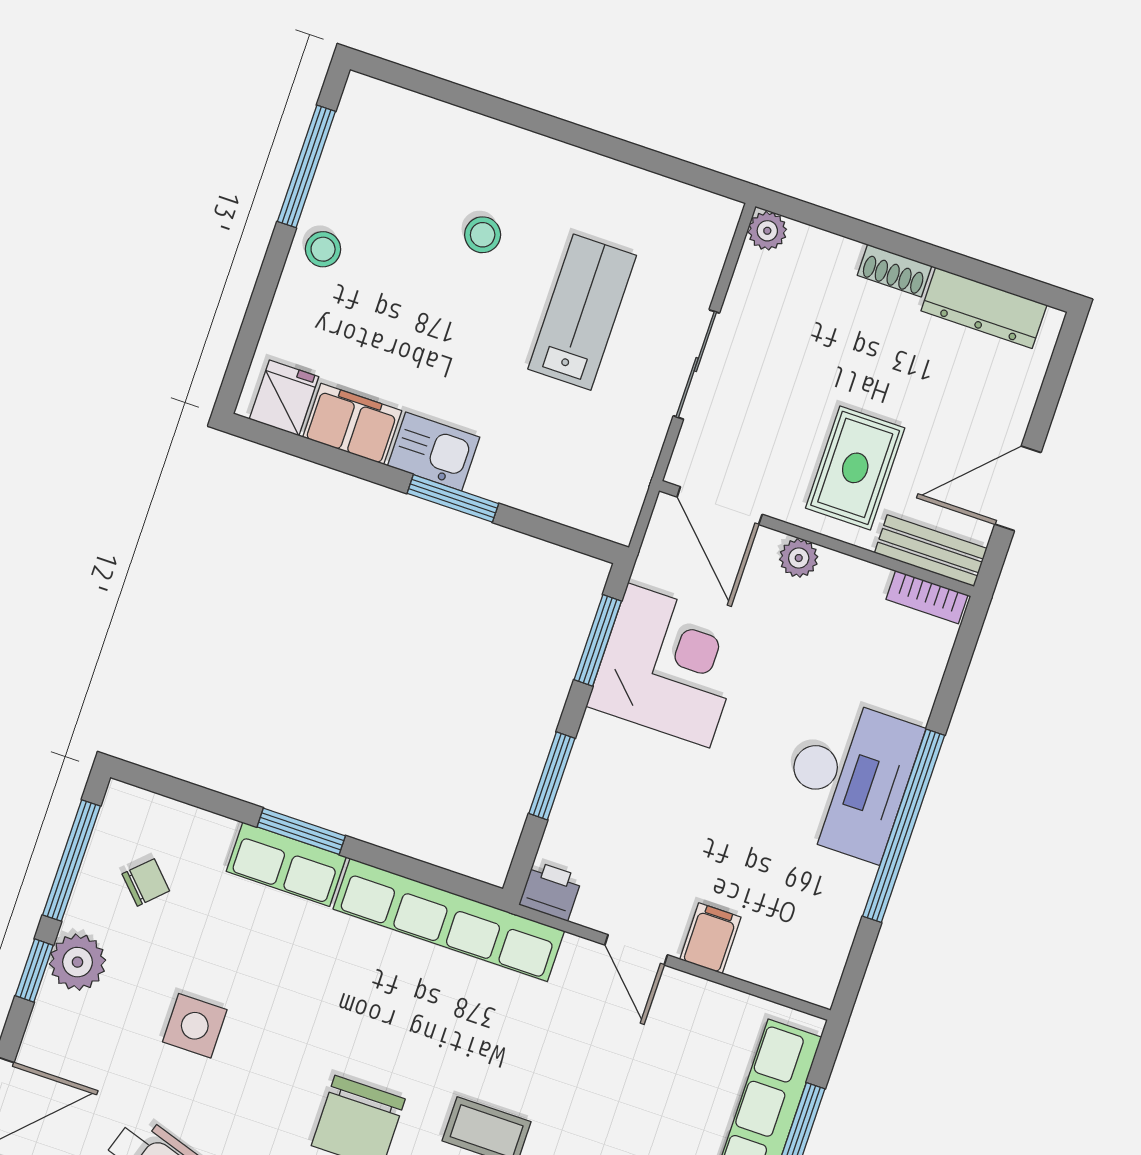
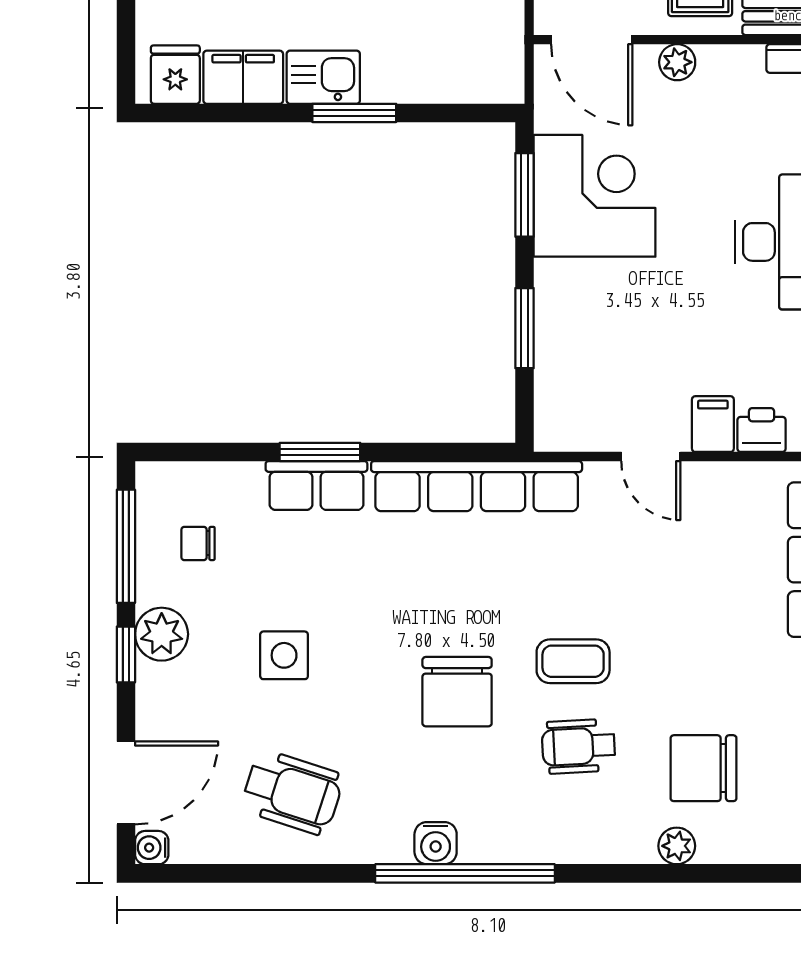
chair: (146, 882) -> (198, 543), turned -136
printer: (551, 891) -> (762, 430), moved

